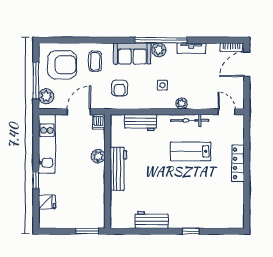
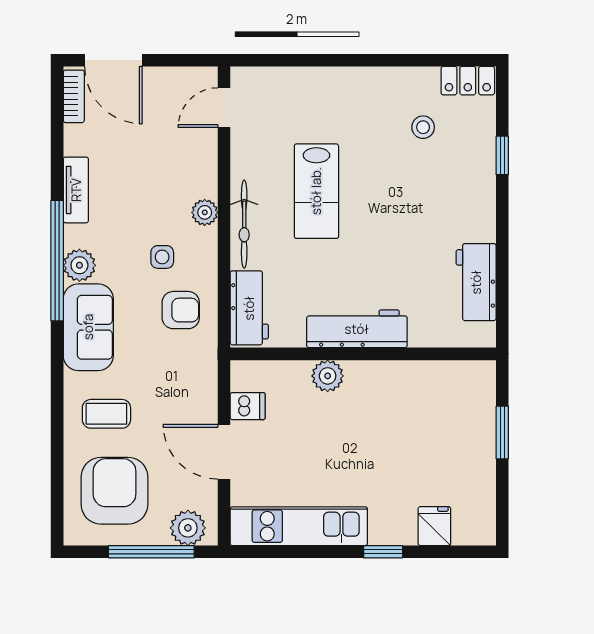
armchair: (120, 88) -> (181, 310), moved
bicycle: (190, 120) -> (244, 224), moved
plant: (98, 156) -> (328, 376), moved
locker: (238, 163) -> (468, 81), moved, width x0.66
workbench: (118, 169) -> (357, 329), moved
wall: (108, 171) -> (363, 354), moved
stool: (218, 197) -> (423, 127), added
window: (191, 231) -> (502, 155), moved

